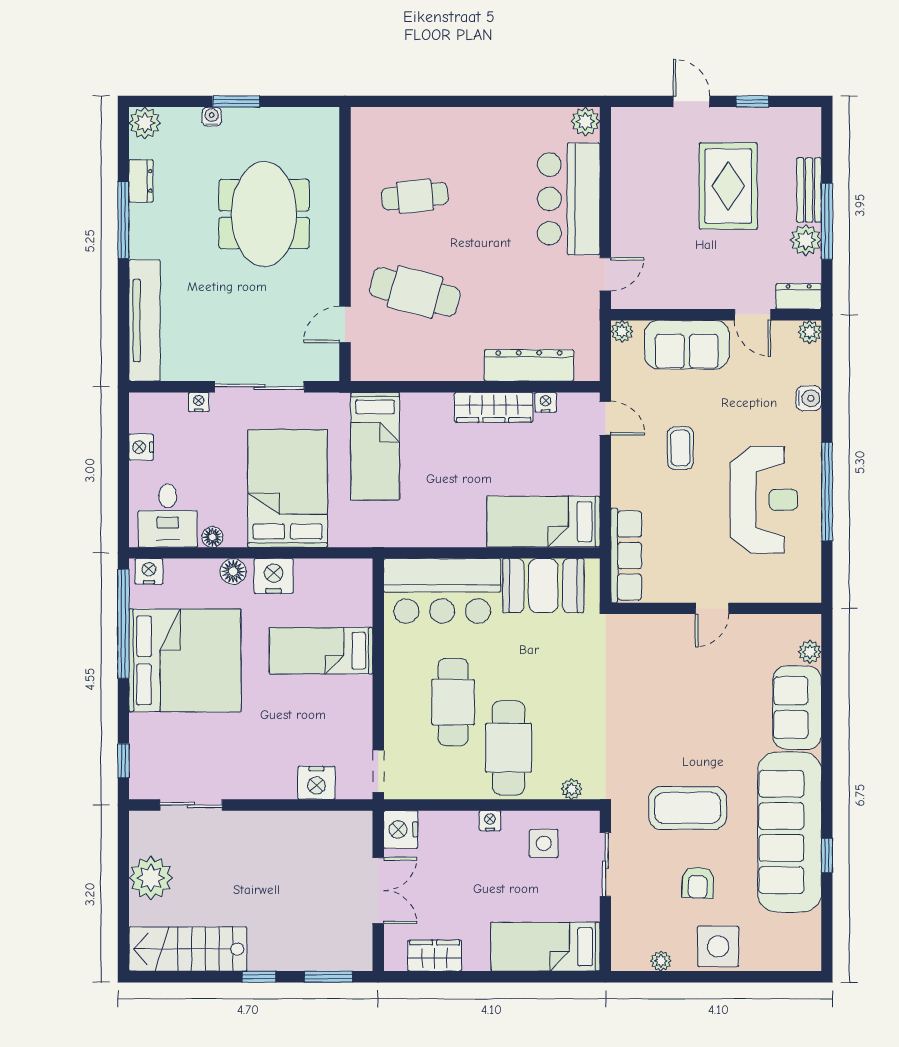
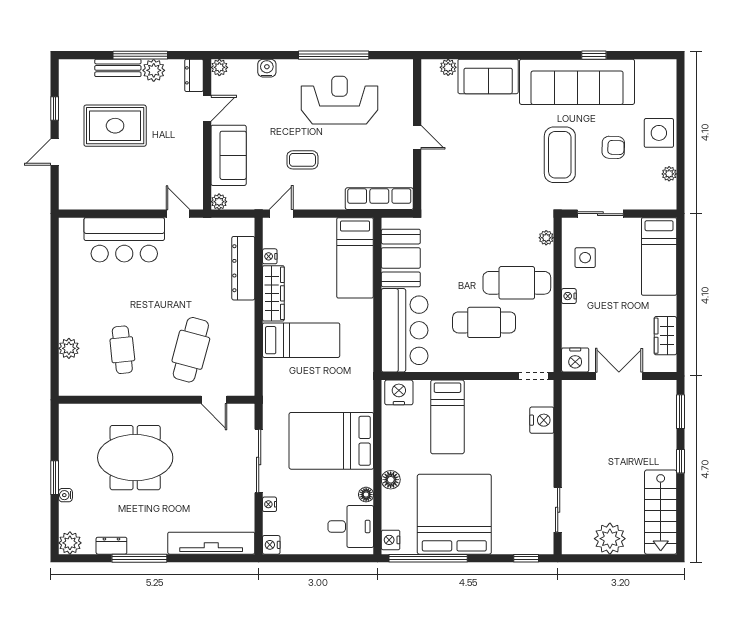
plant: (585, 121) -> (69, 348), moved
bed: (375, 446) -> (301, 340), moved
nightstand: (141, 447) -> (271, 545), moved, turned 90
nightstand: (274, 576) -> (399, 392), moved, turned 90

